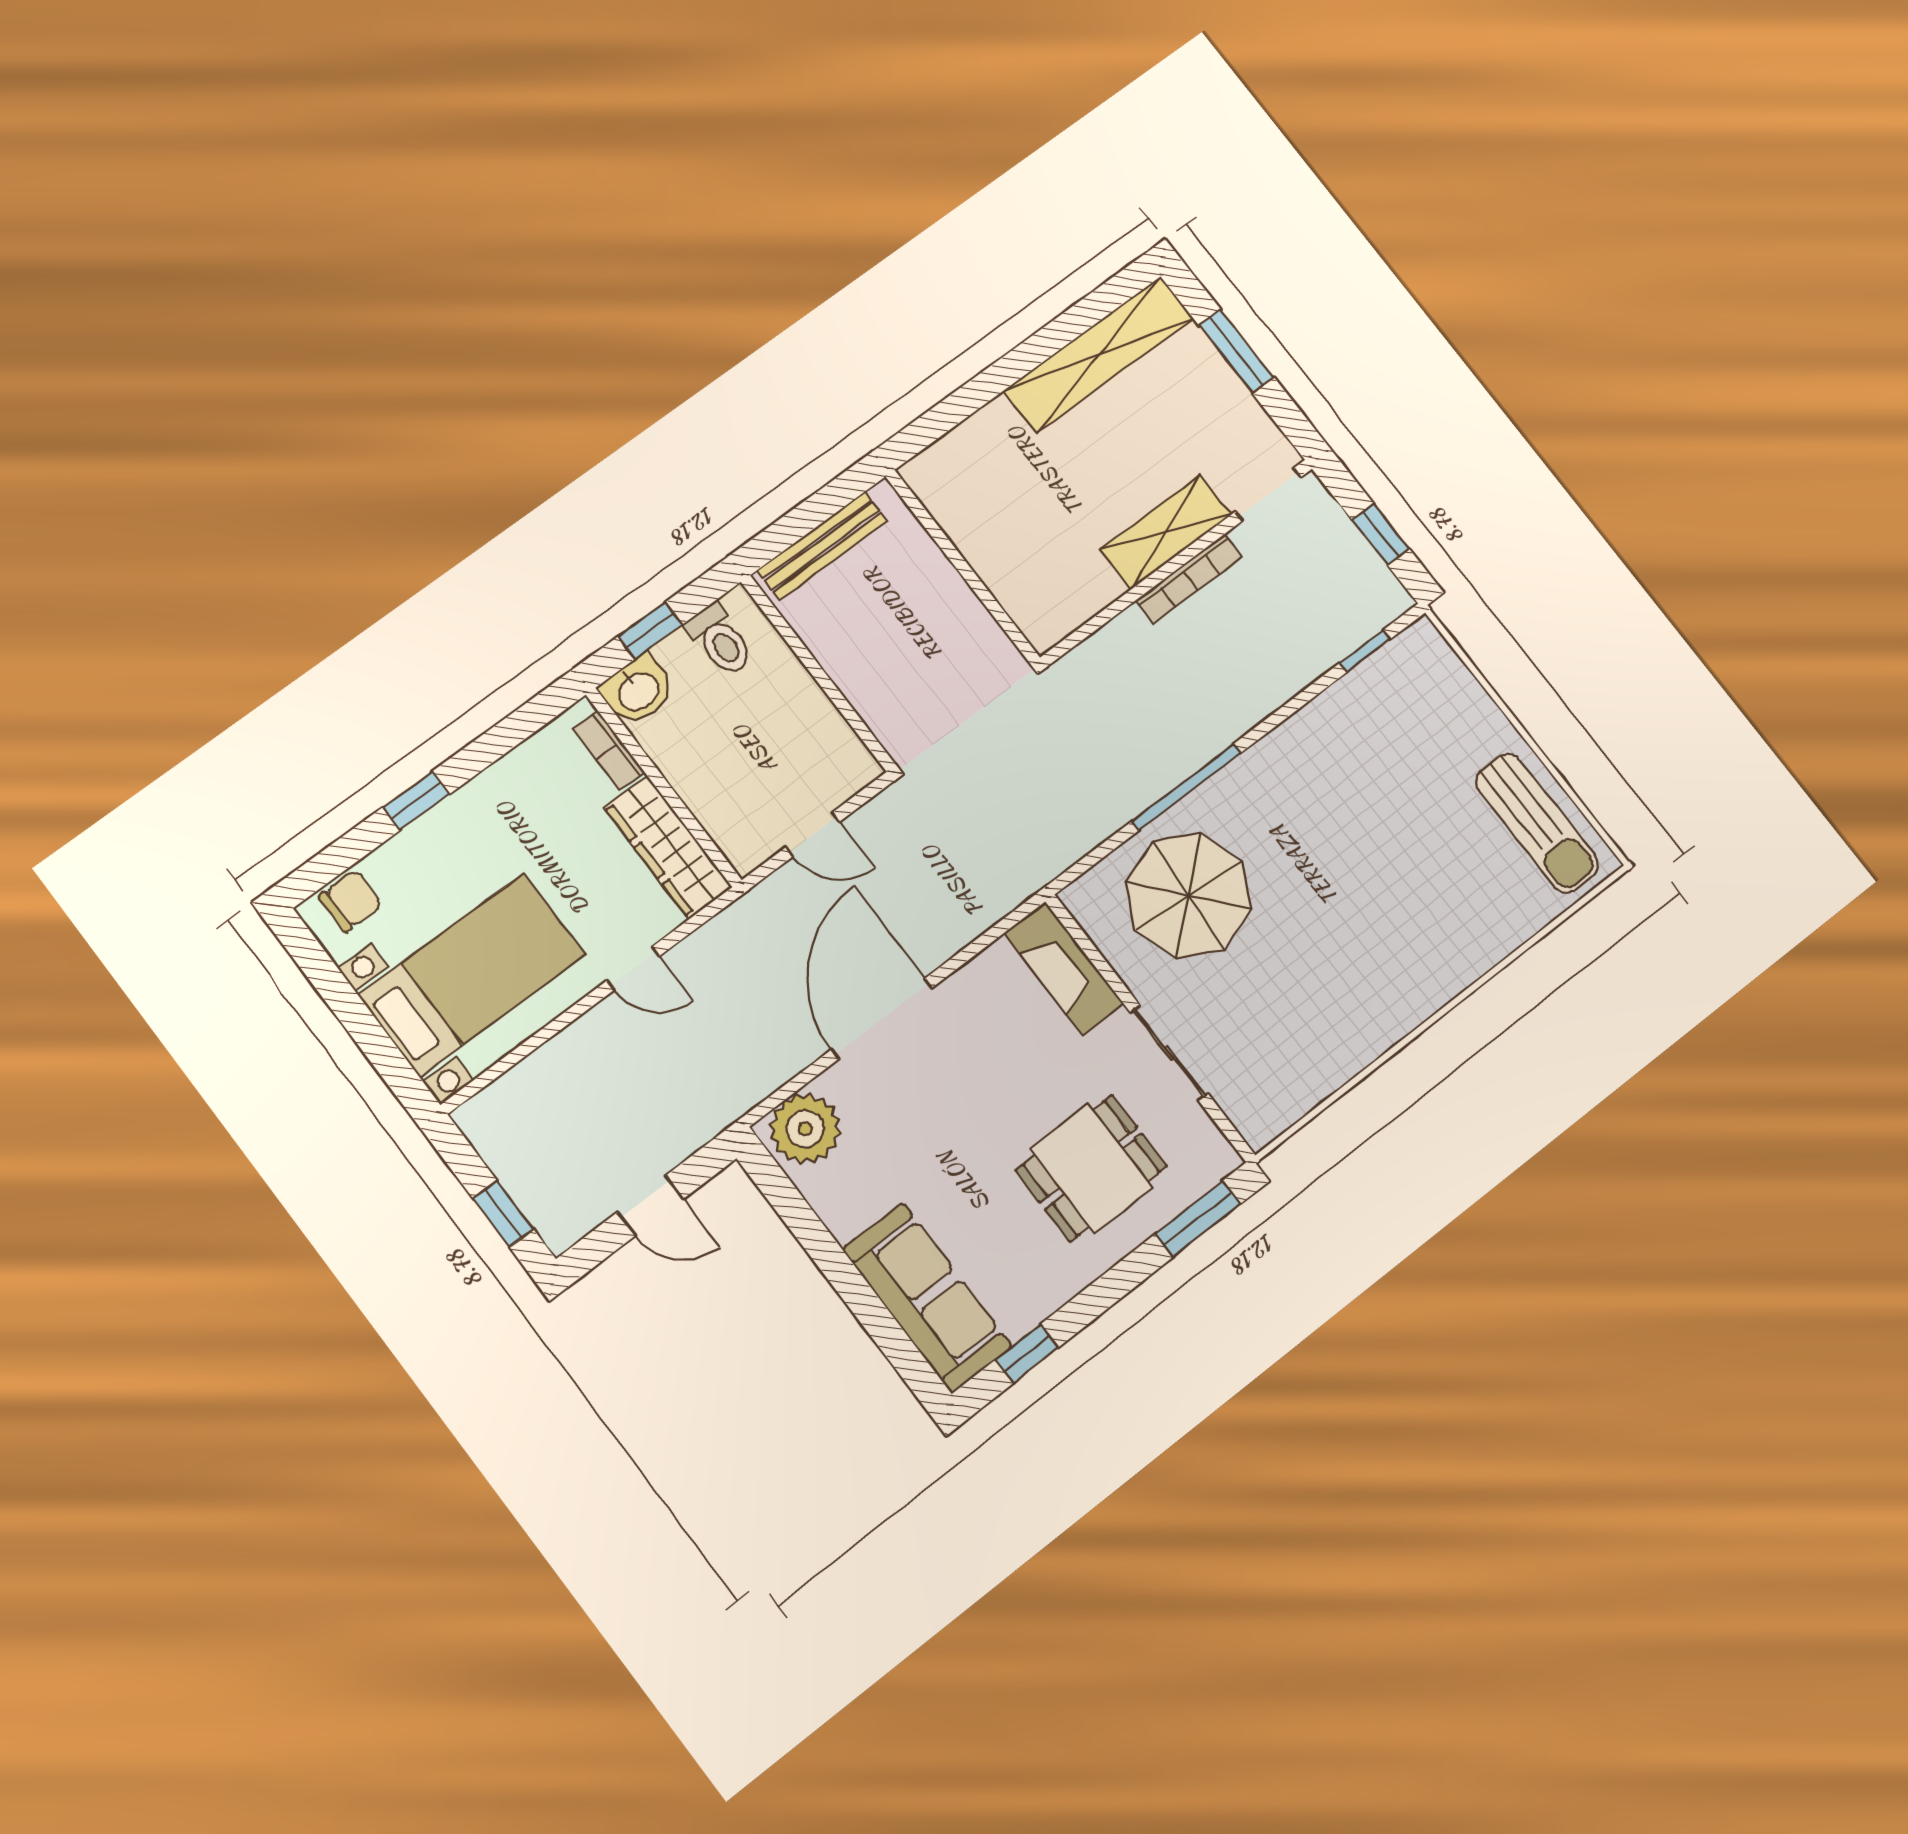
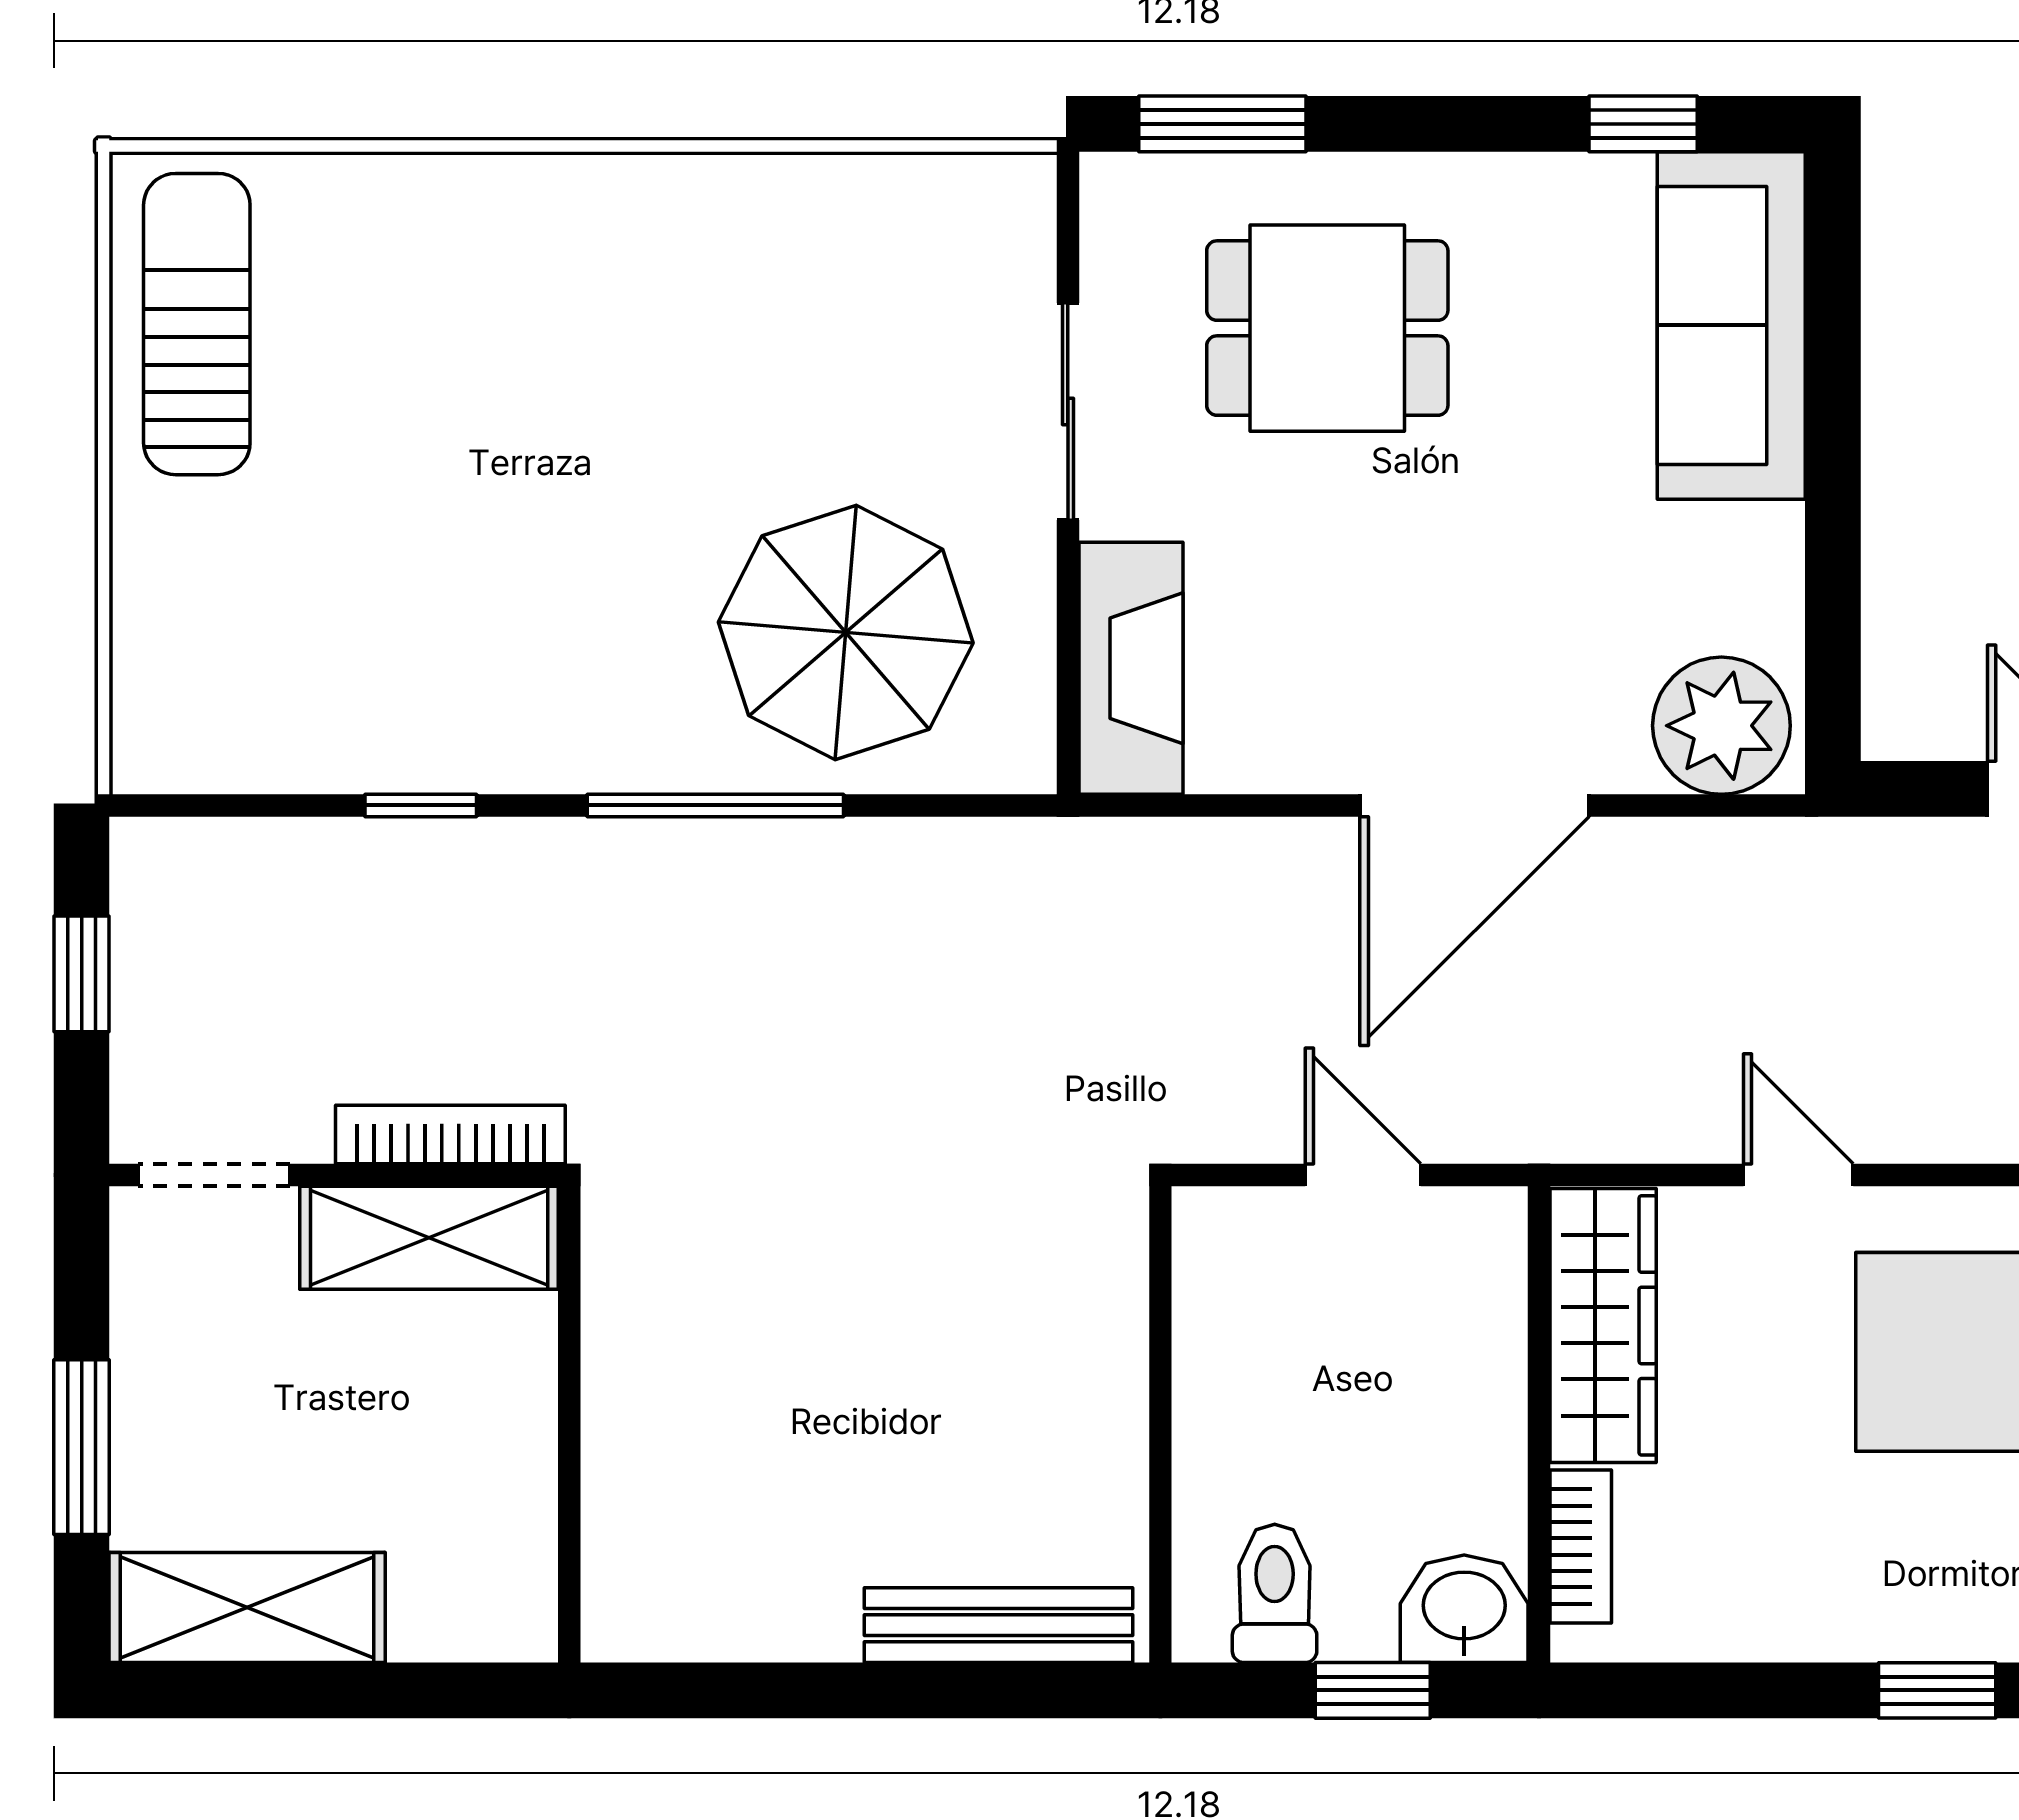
shelving: (1099, 354) -> (247, 1607), width x0.68
wall: (963, 567) -> (569, 1424), moved
window: (1365, 651) -> (421, 805), moved

